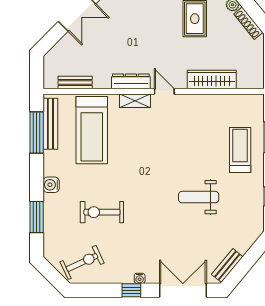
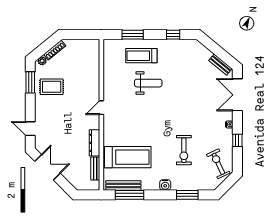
wardrobe: (212, 80) -> (93, 75), removed
dresser: (131, 81) -> (94, 143), moved
shelving: (135, 101) -> (108, 128), removed
weight bench: (199, 197) -> (148, 83), moved, turned -90
window: (131, 290) -> (237, 140), moved

